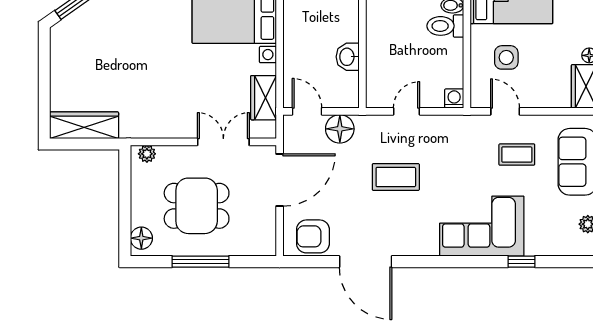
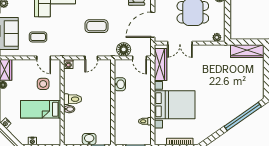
wardrobe: (263, 98) -> (161, 64), width x1.50

